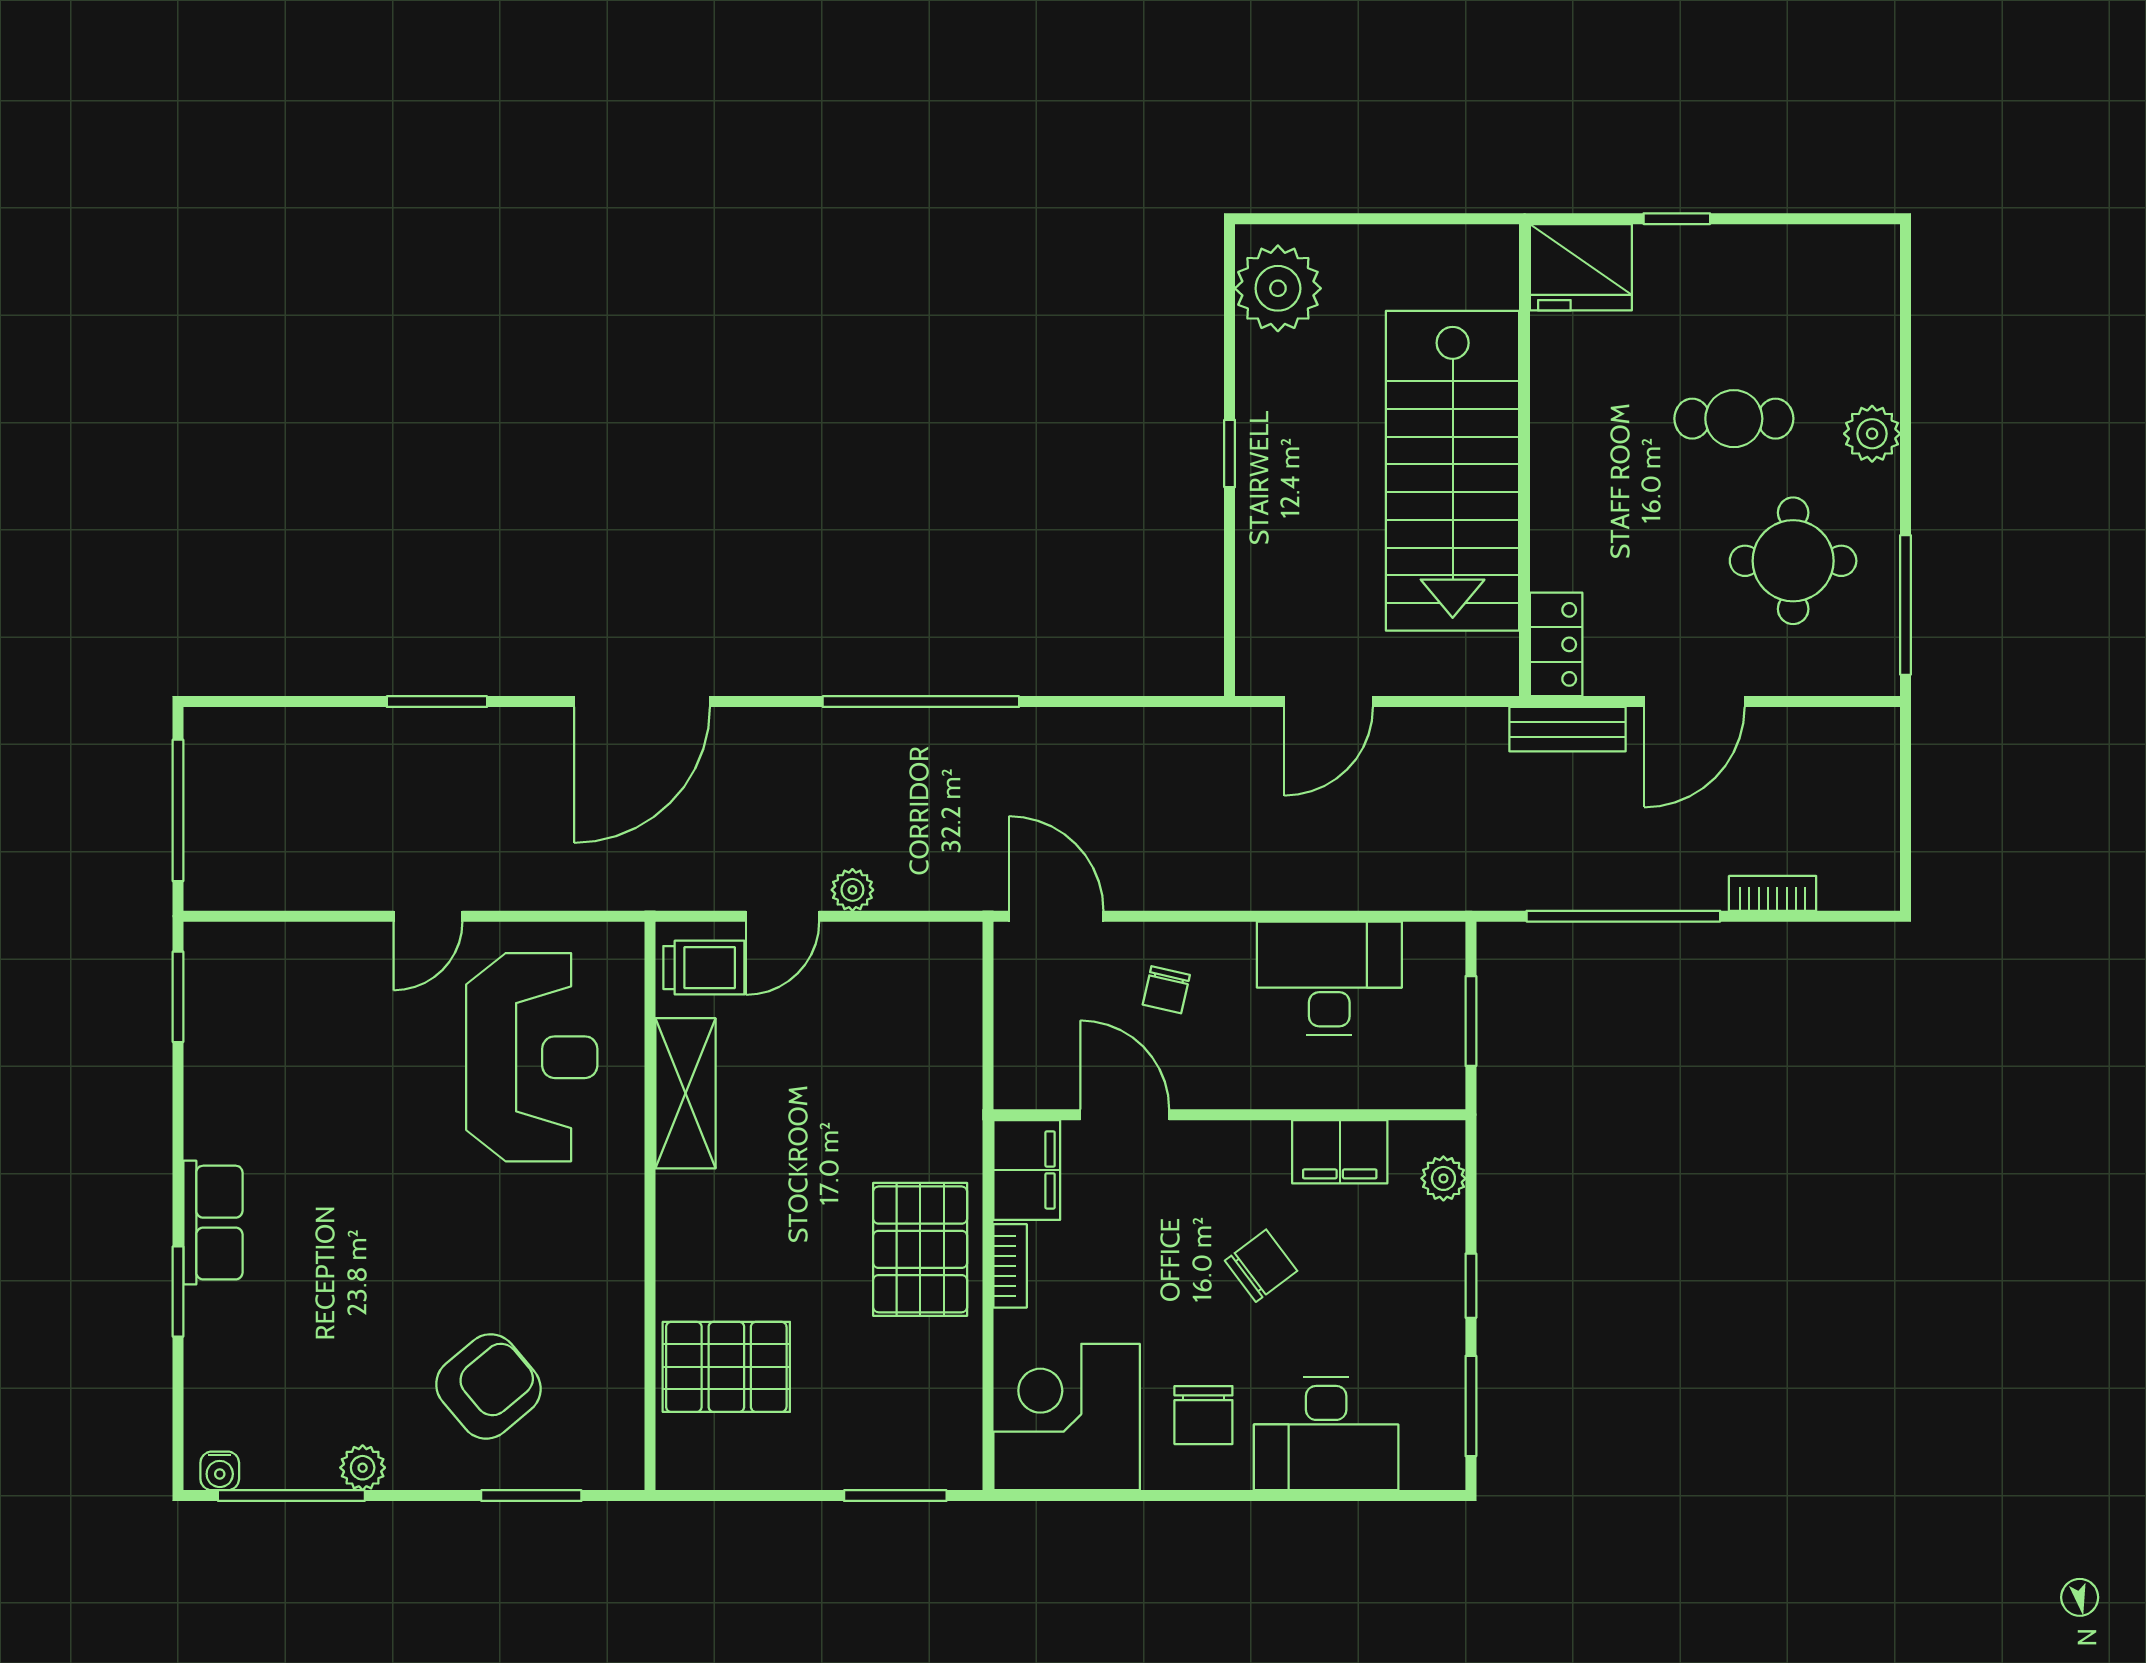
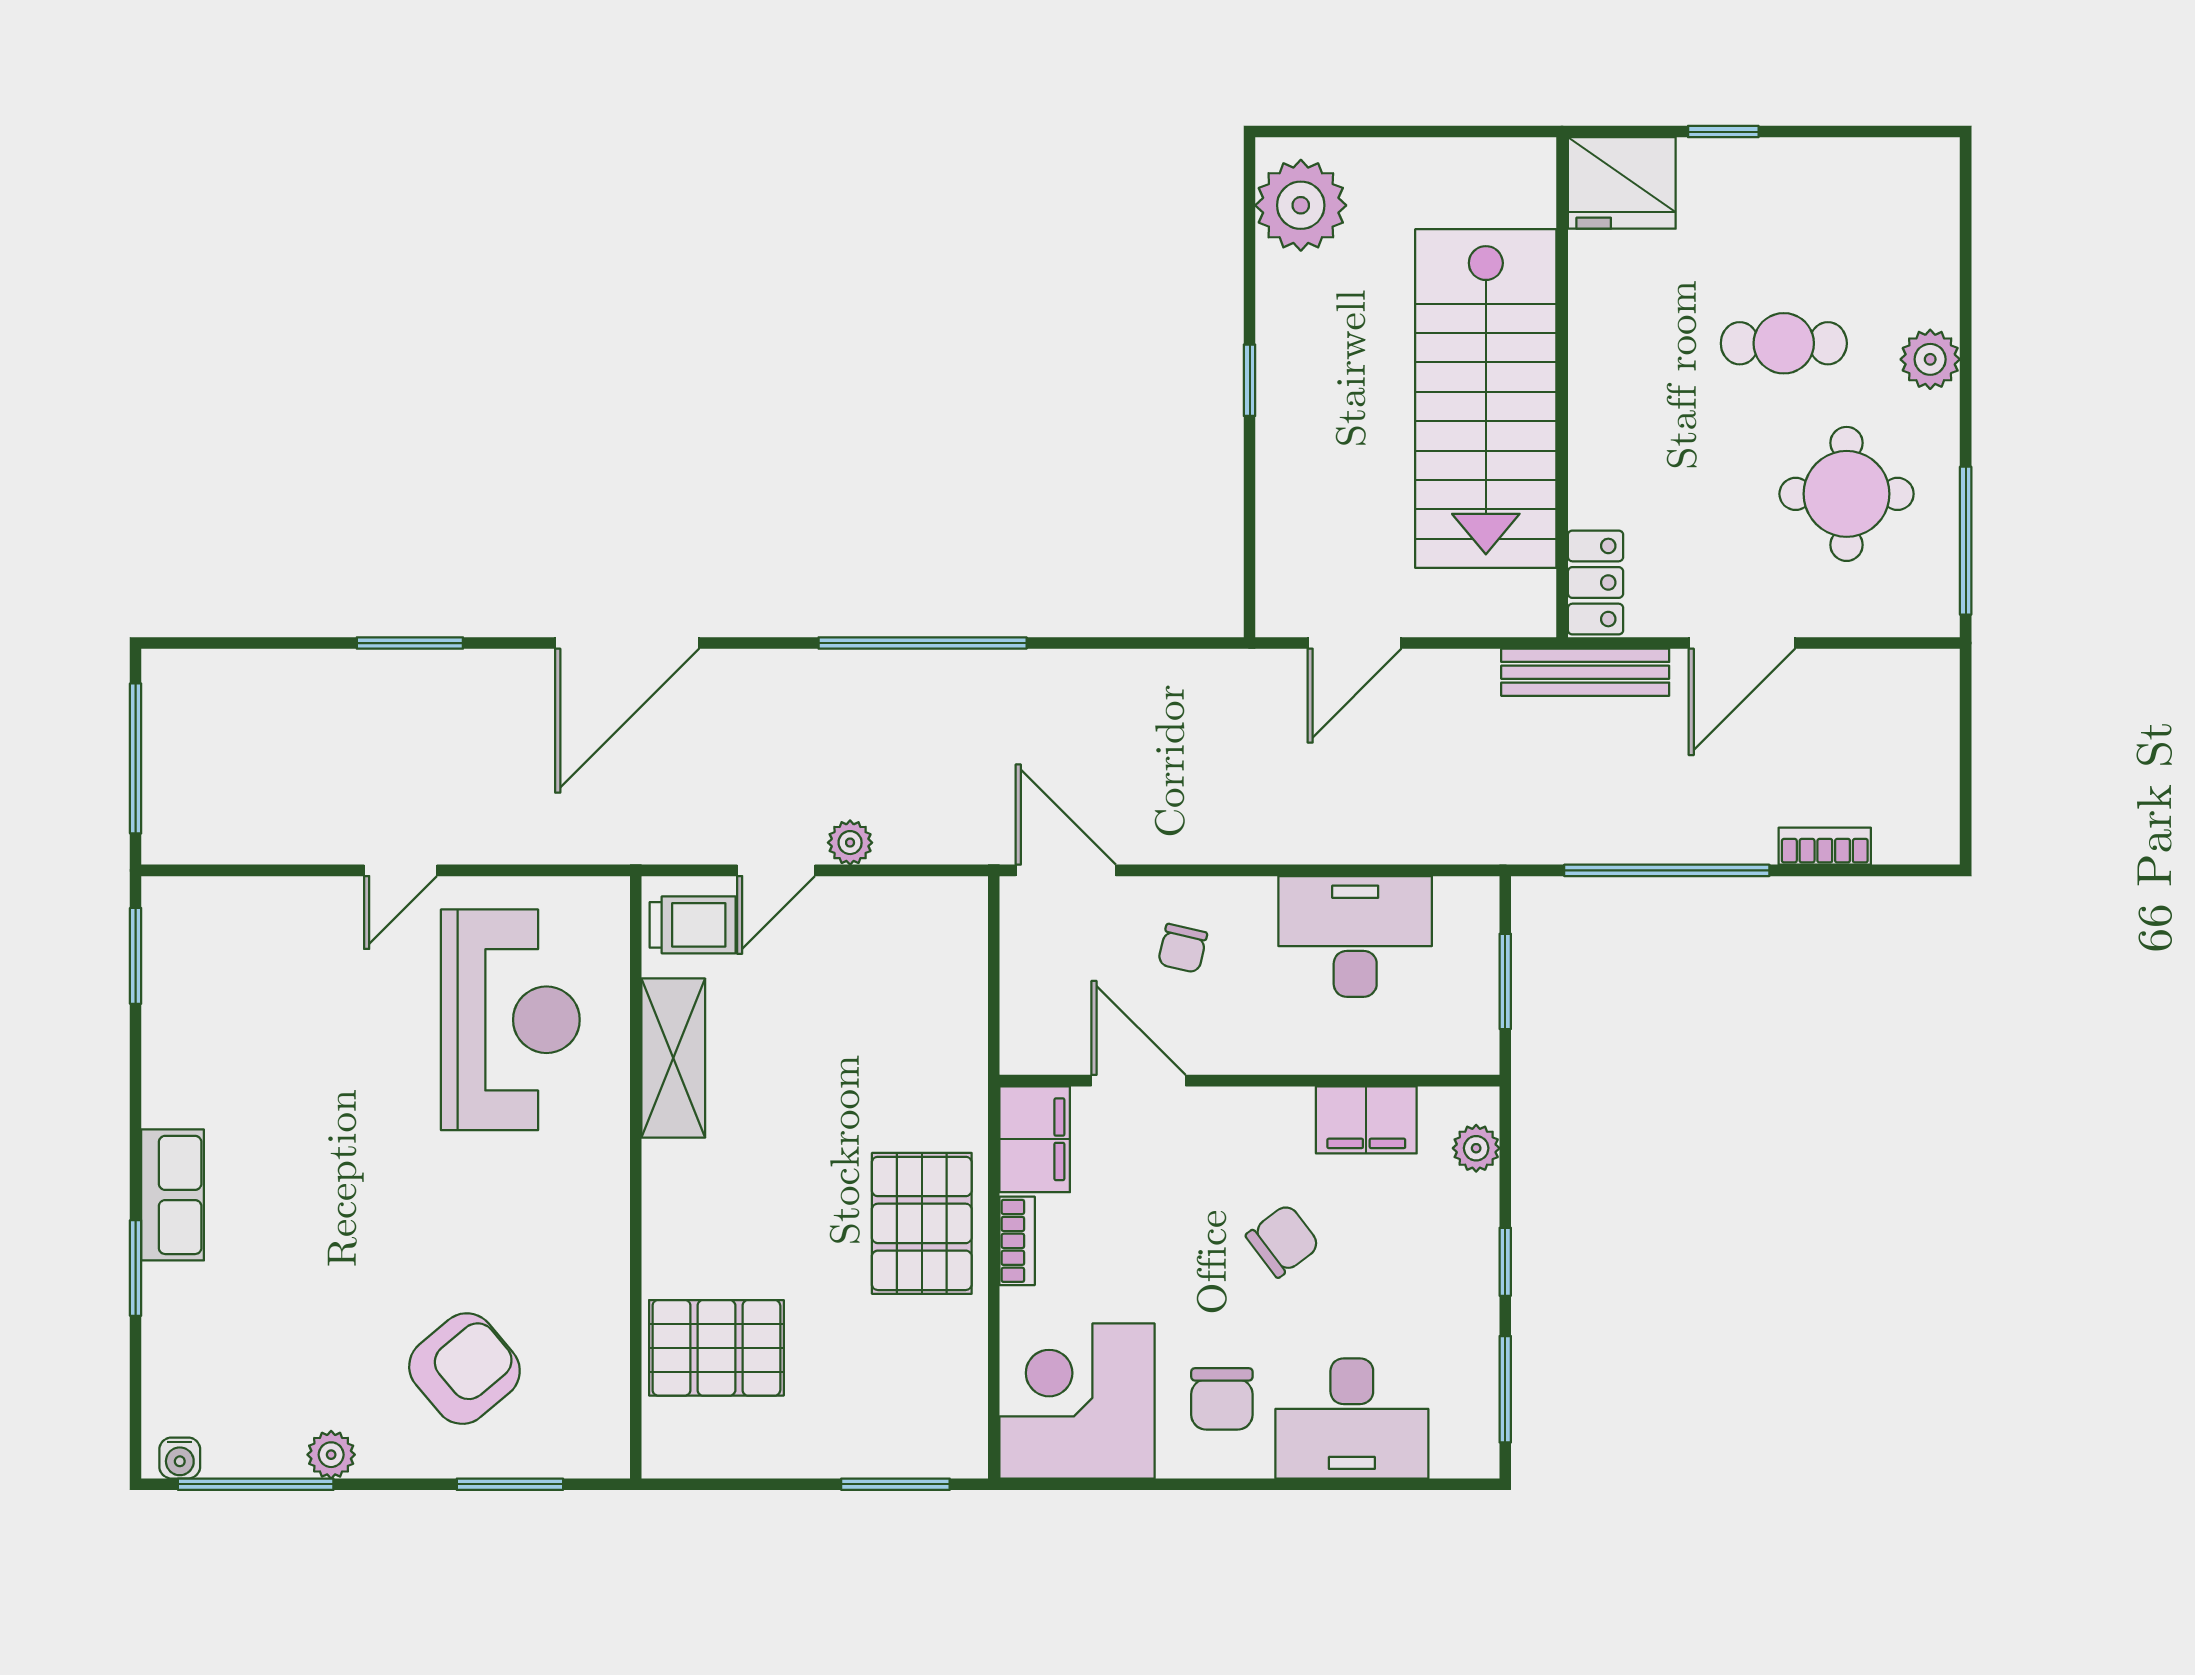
bench: (1568, 729) -> (1585, 672), width x1.36

